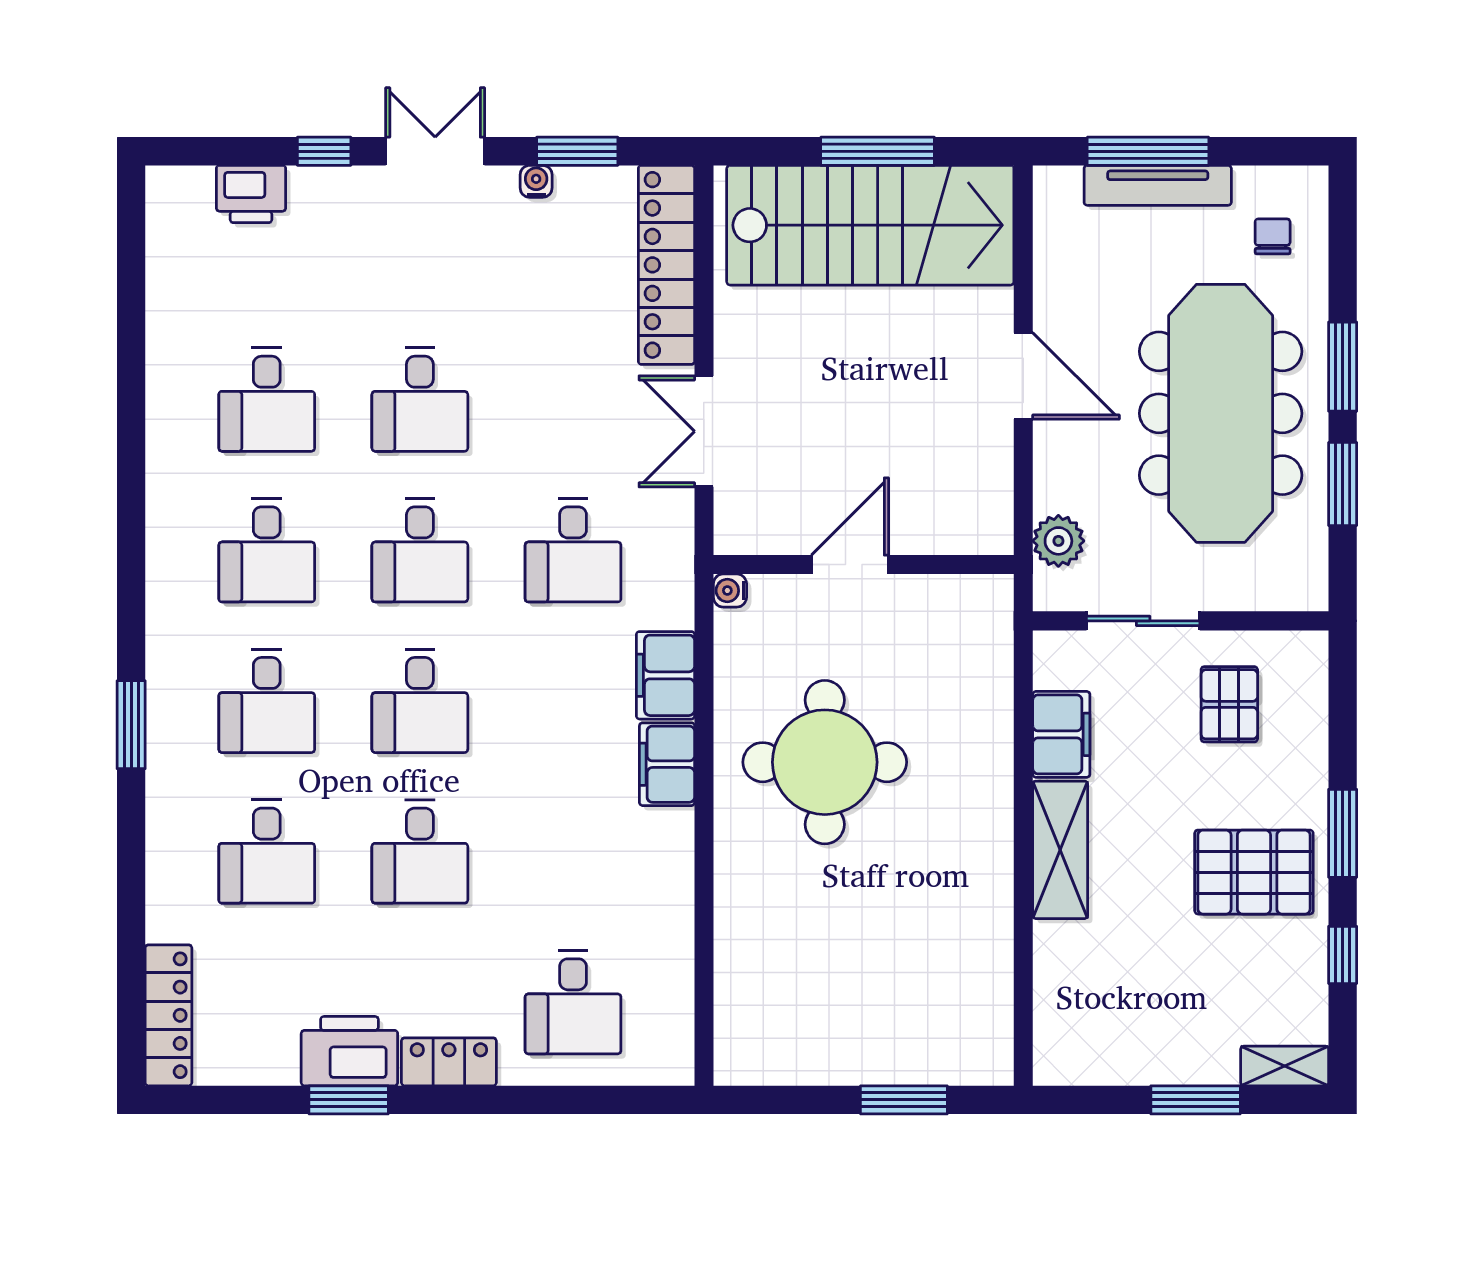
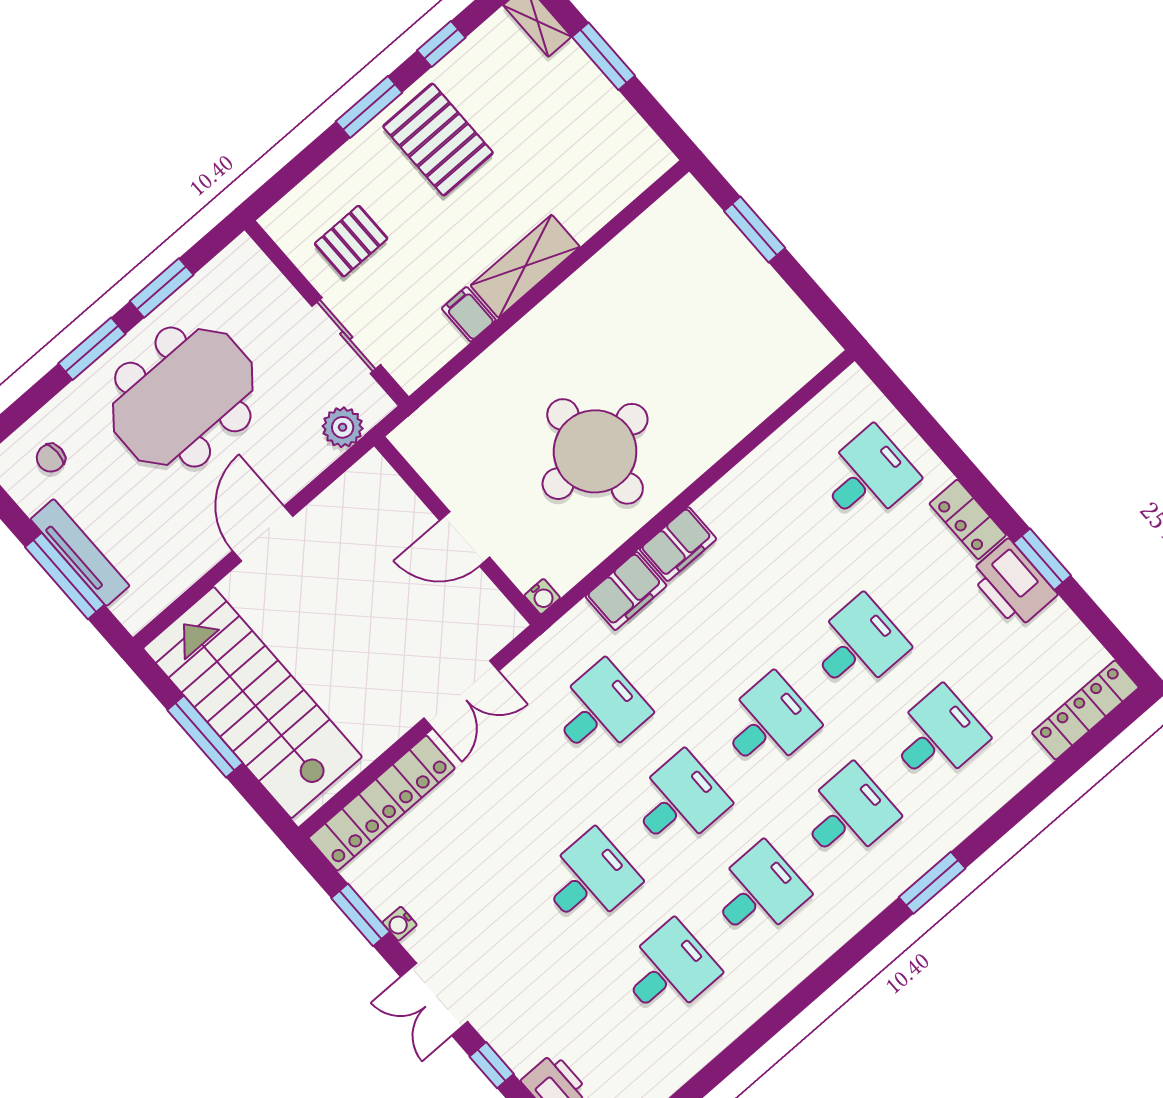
meeting table: (1221, 413) -> (183, 397), width x0.73
filing cabinet: (1061, 734) -> (469, 314), width x0.50

